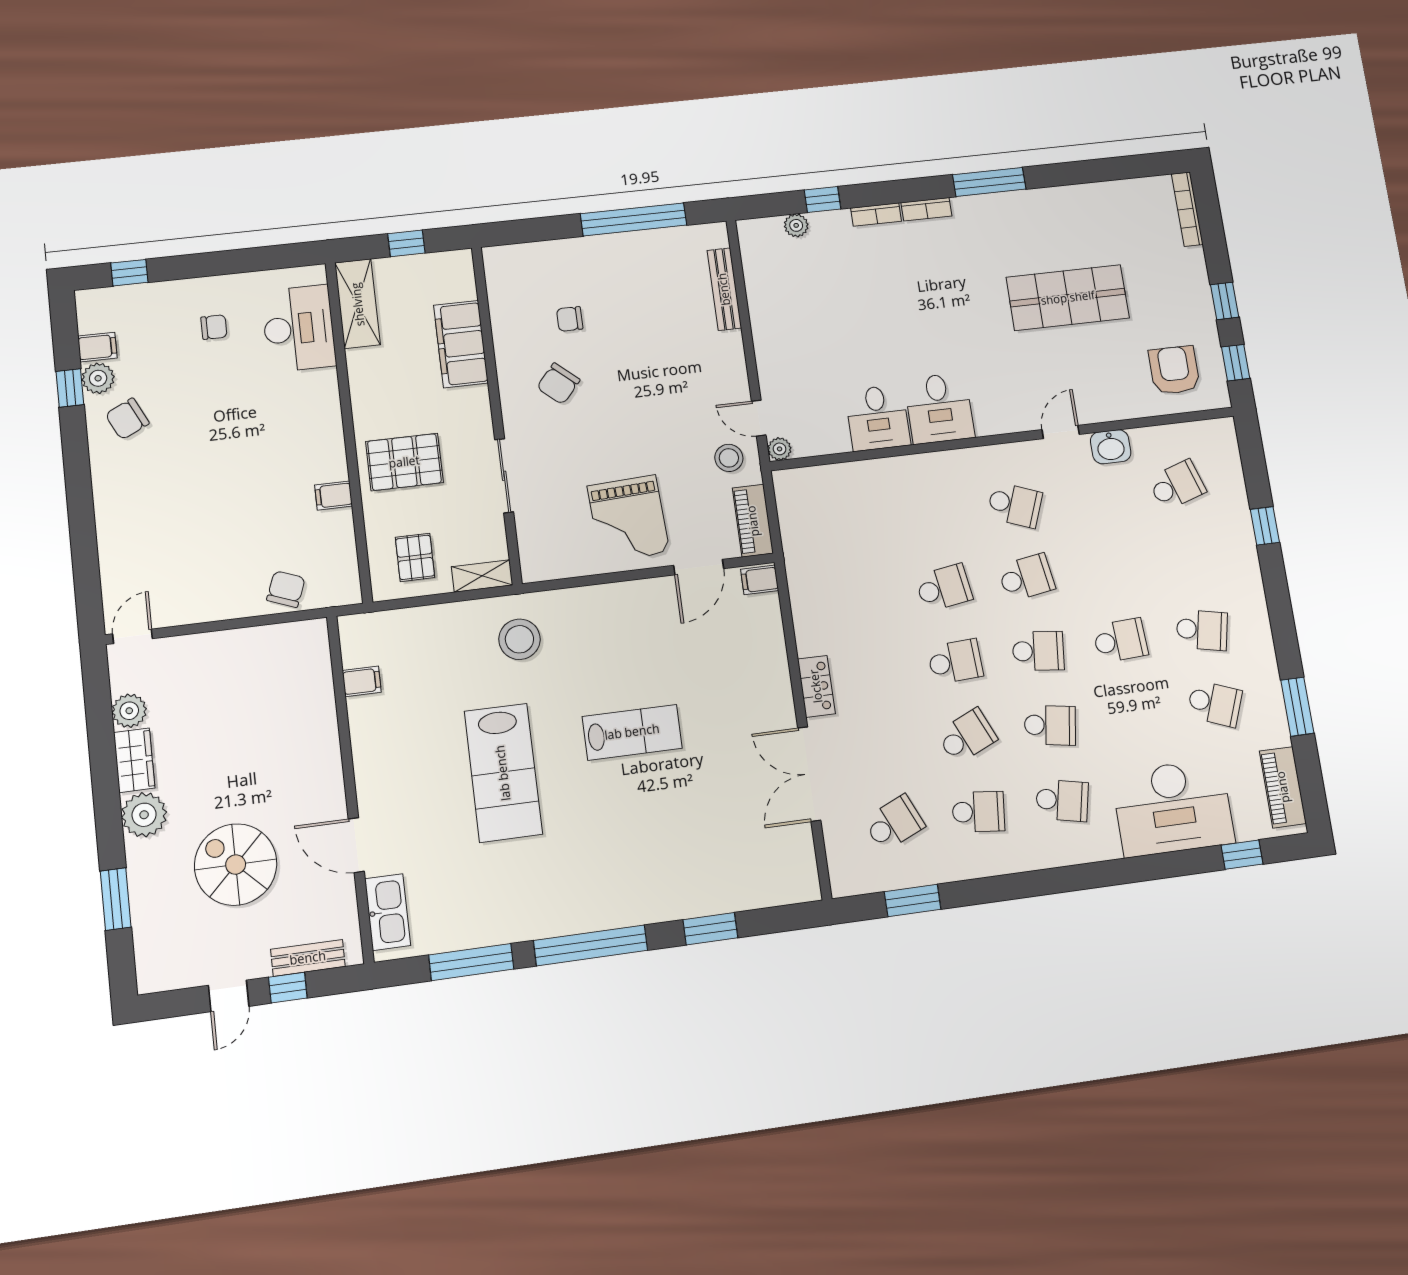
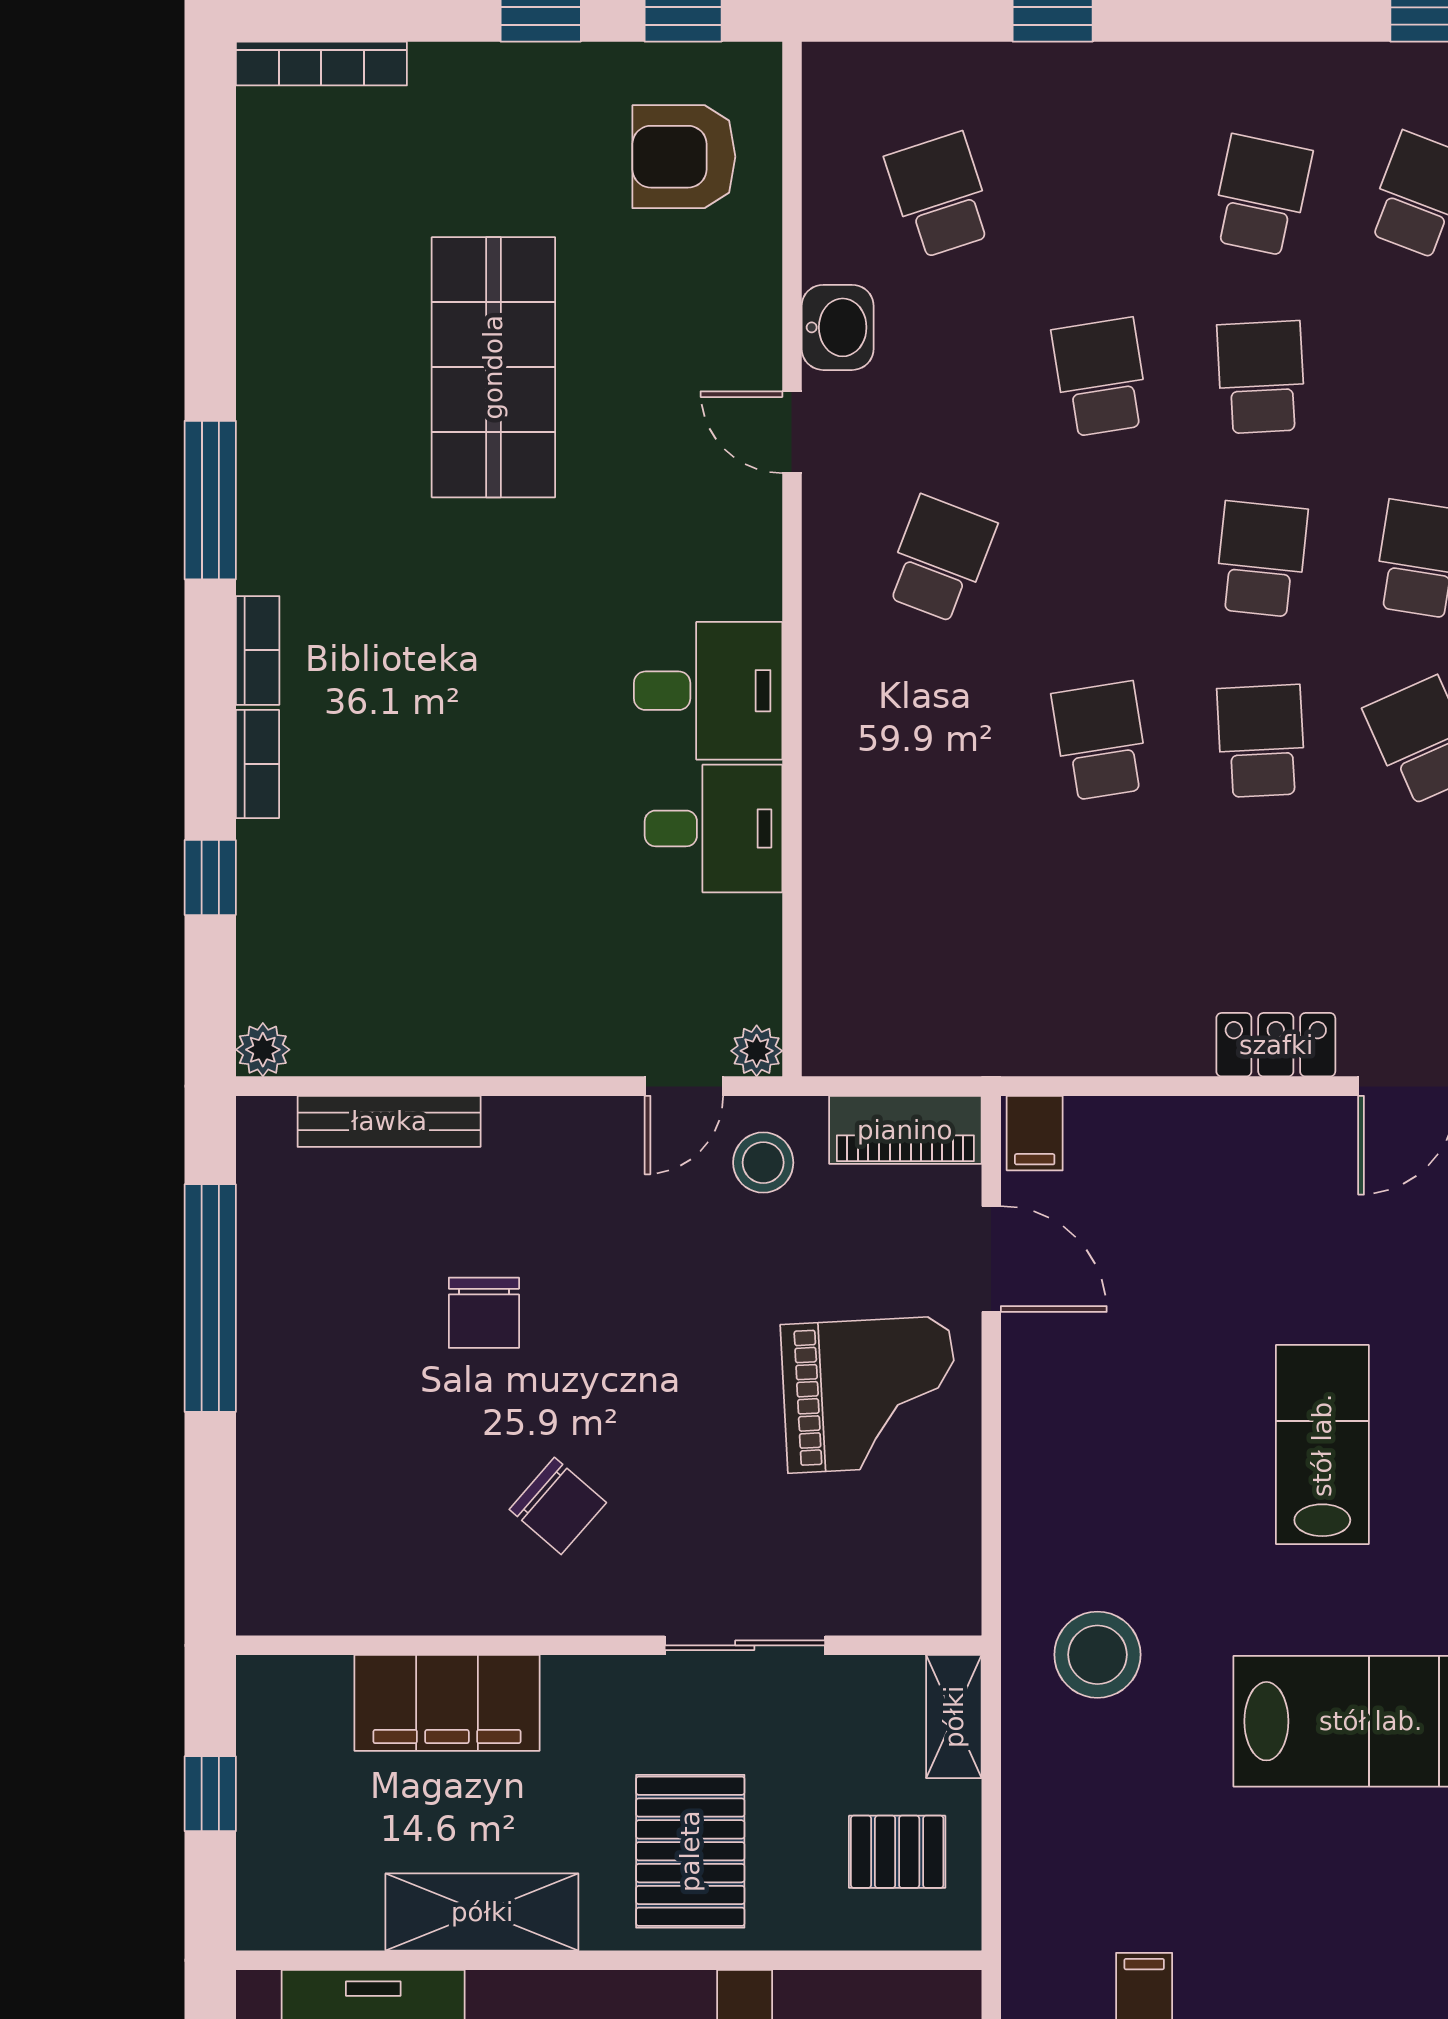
plant: (796, 225) -> (263, 1050), moved
shelving: (358, 304) -> (482, 1912), moved
chair: (570, 319) -> (484, 1313), moved, width x1.37, depth x1.37
school desk: (1026, 577) -> (1100, 377), moved

